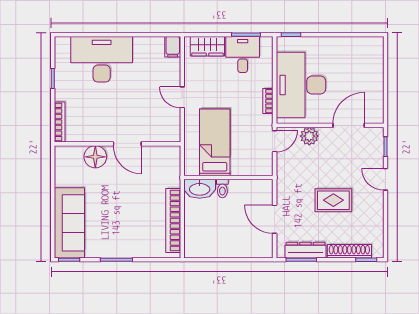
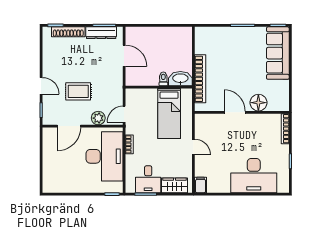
rug: (333, 200) -> (78, 91), moved
bookcase: (173, 220) -> (200, 79), moved

